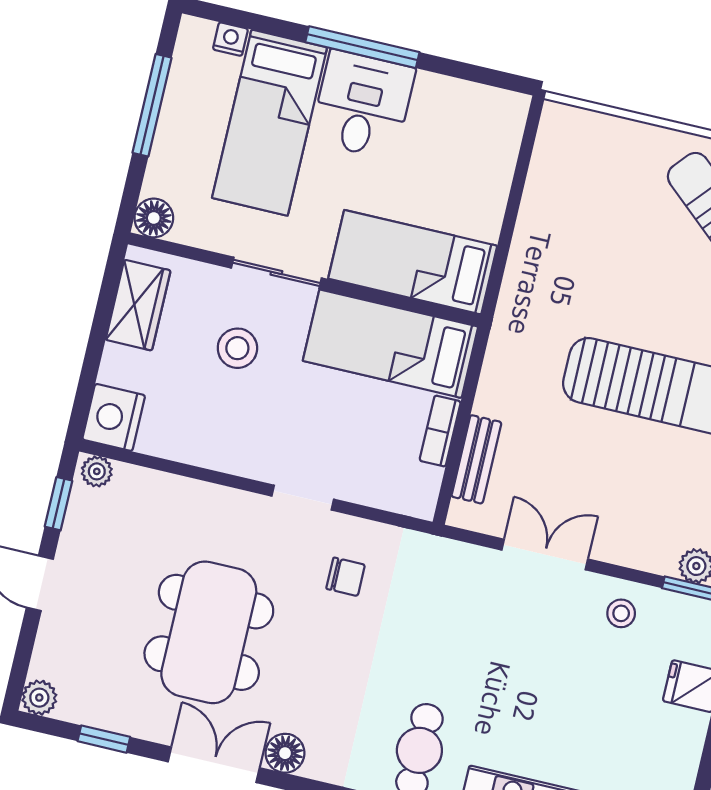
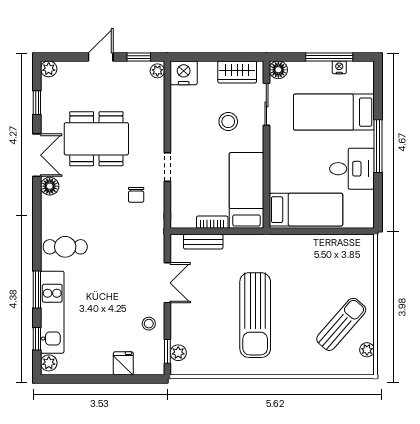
nightstand: (230, 39) -> (339, 67), moved, turned -90
desk: (363, 105) -> (352, 169), moved
bed: (413, 262) -> (306, 210), moved, turned 90
sliding door: (276, 273) -> (266, 104), moved

